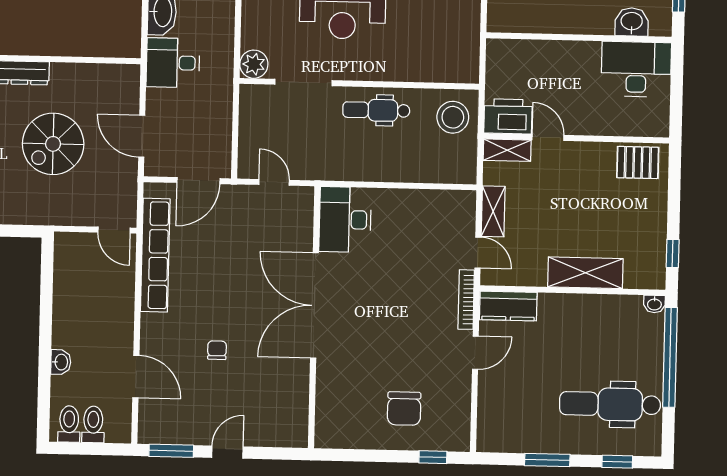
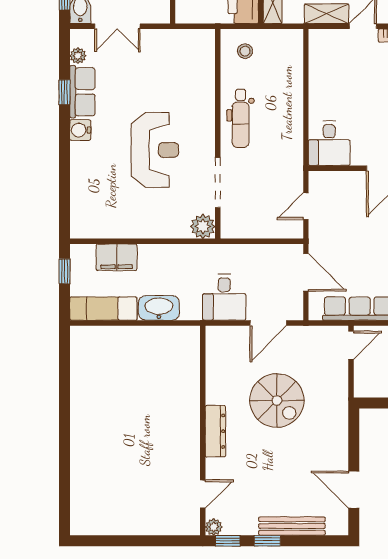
desk: (173, 63) -> (224, 297), moved
stool: (453, 117) -> (245, 51), width x0.53, depth x0.53
desk: (345, 220) -> (329, 143), width x0.73

